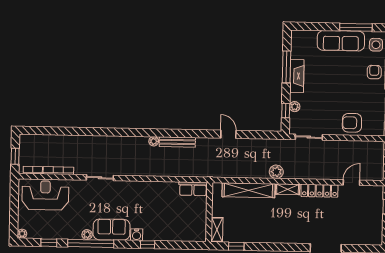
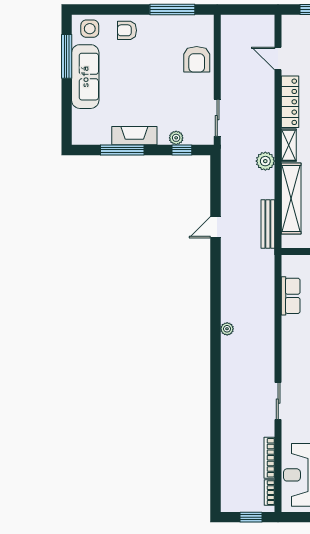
bench: (177, 142) -> (268, 224), moved
row of seats: (193, 189) -> (291, 296), moved

